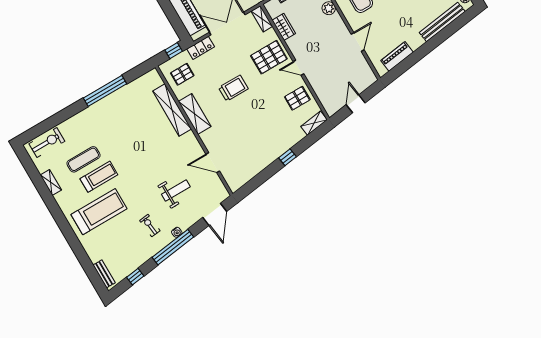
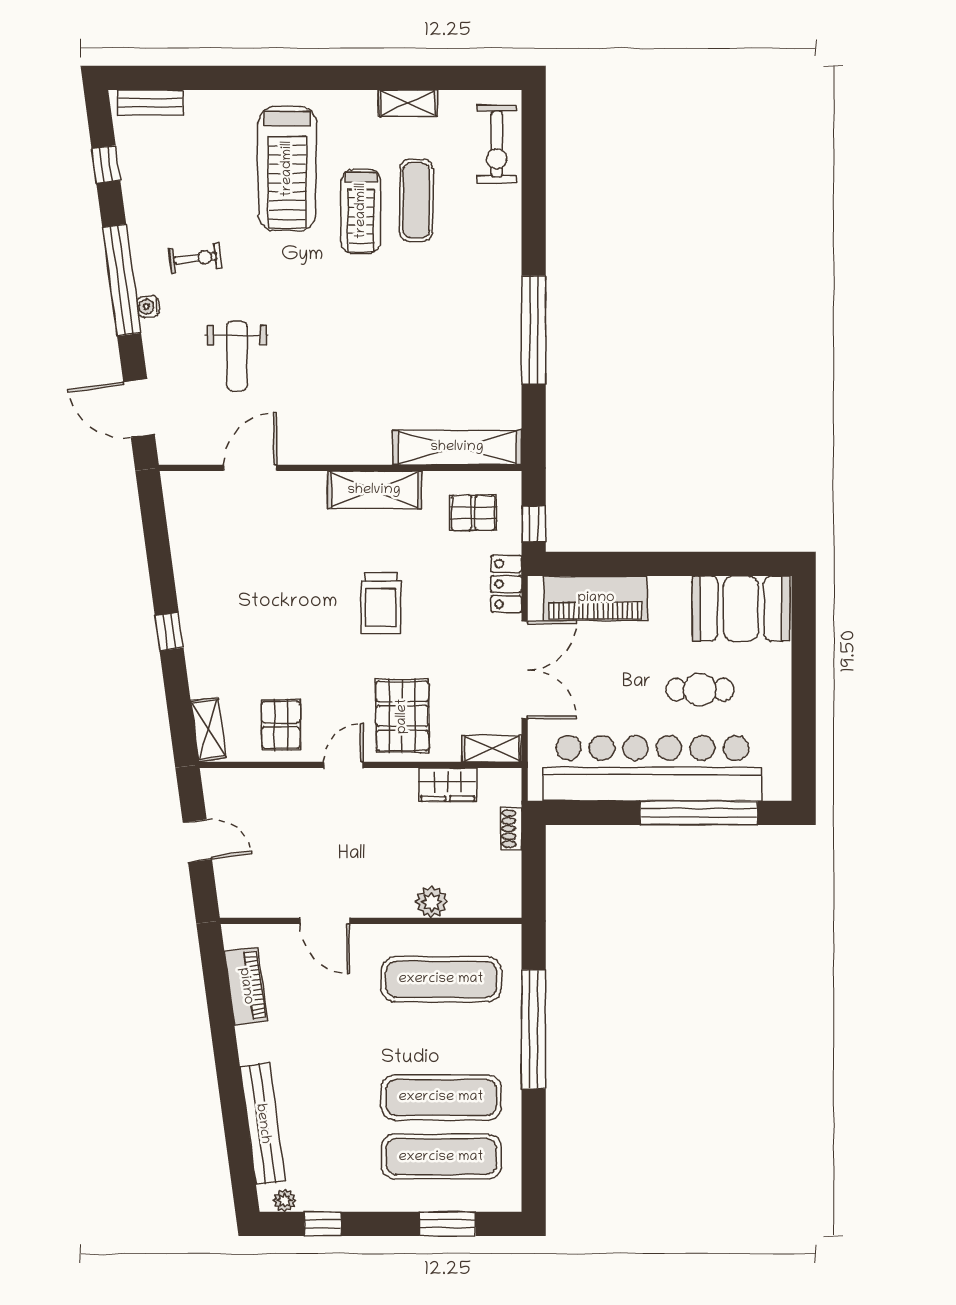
pallet: (182, 74) -> (473, 513), turned 90
shelving: (172, 110) -> (457, 447), moved

